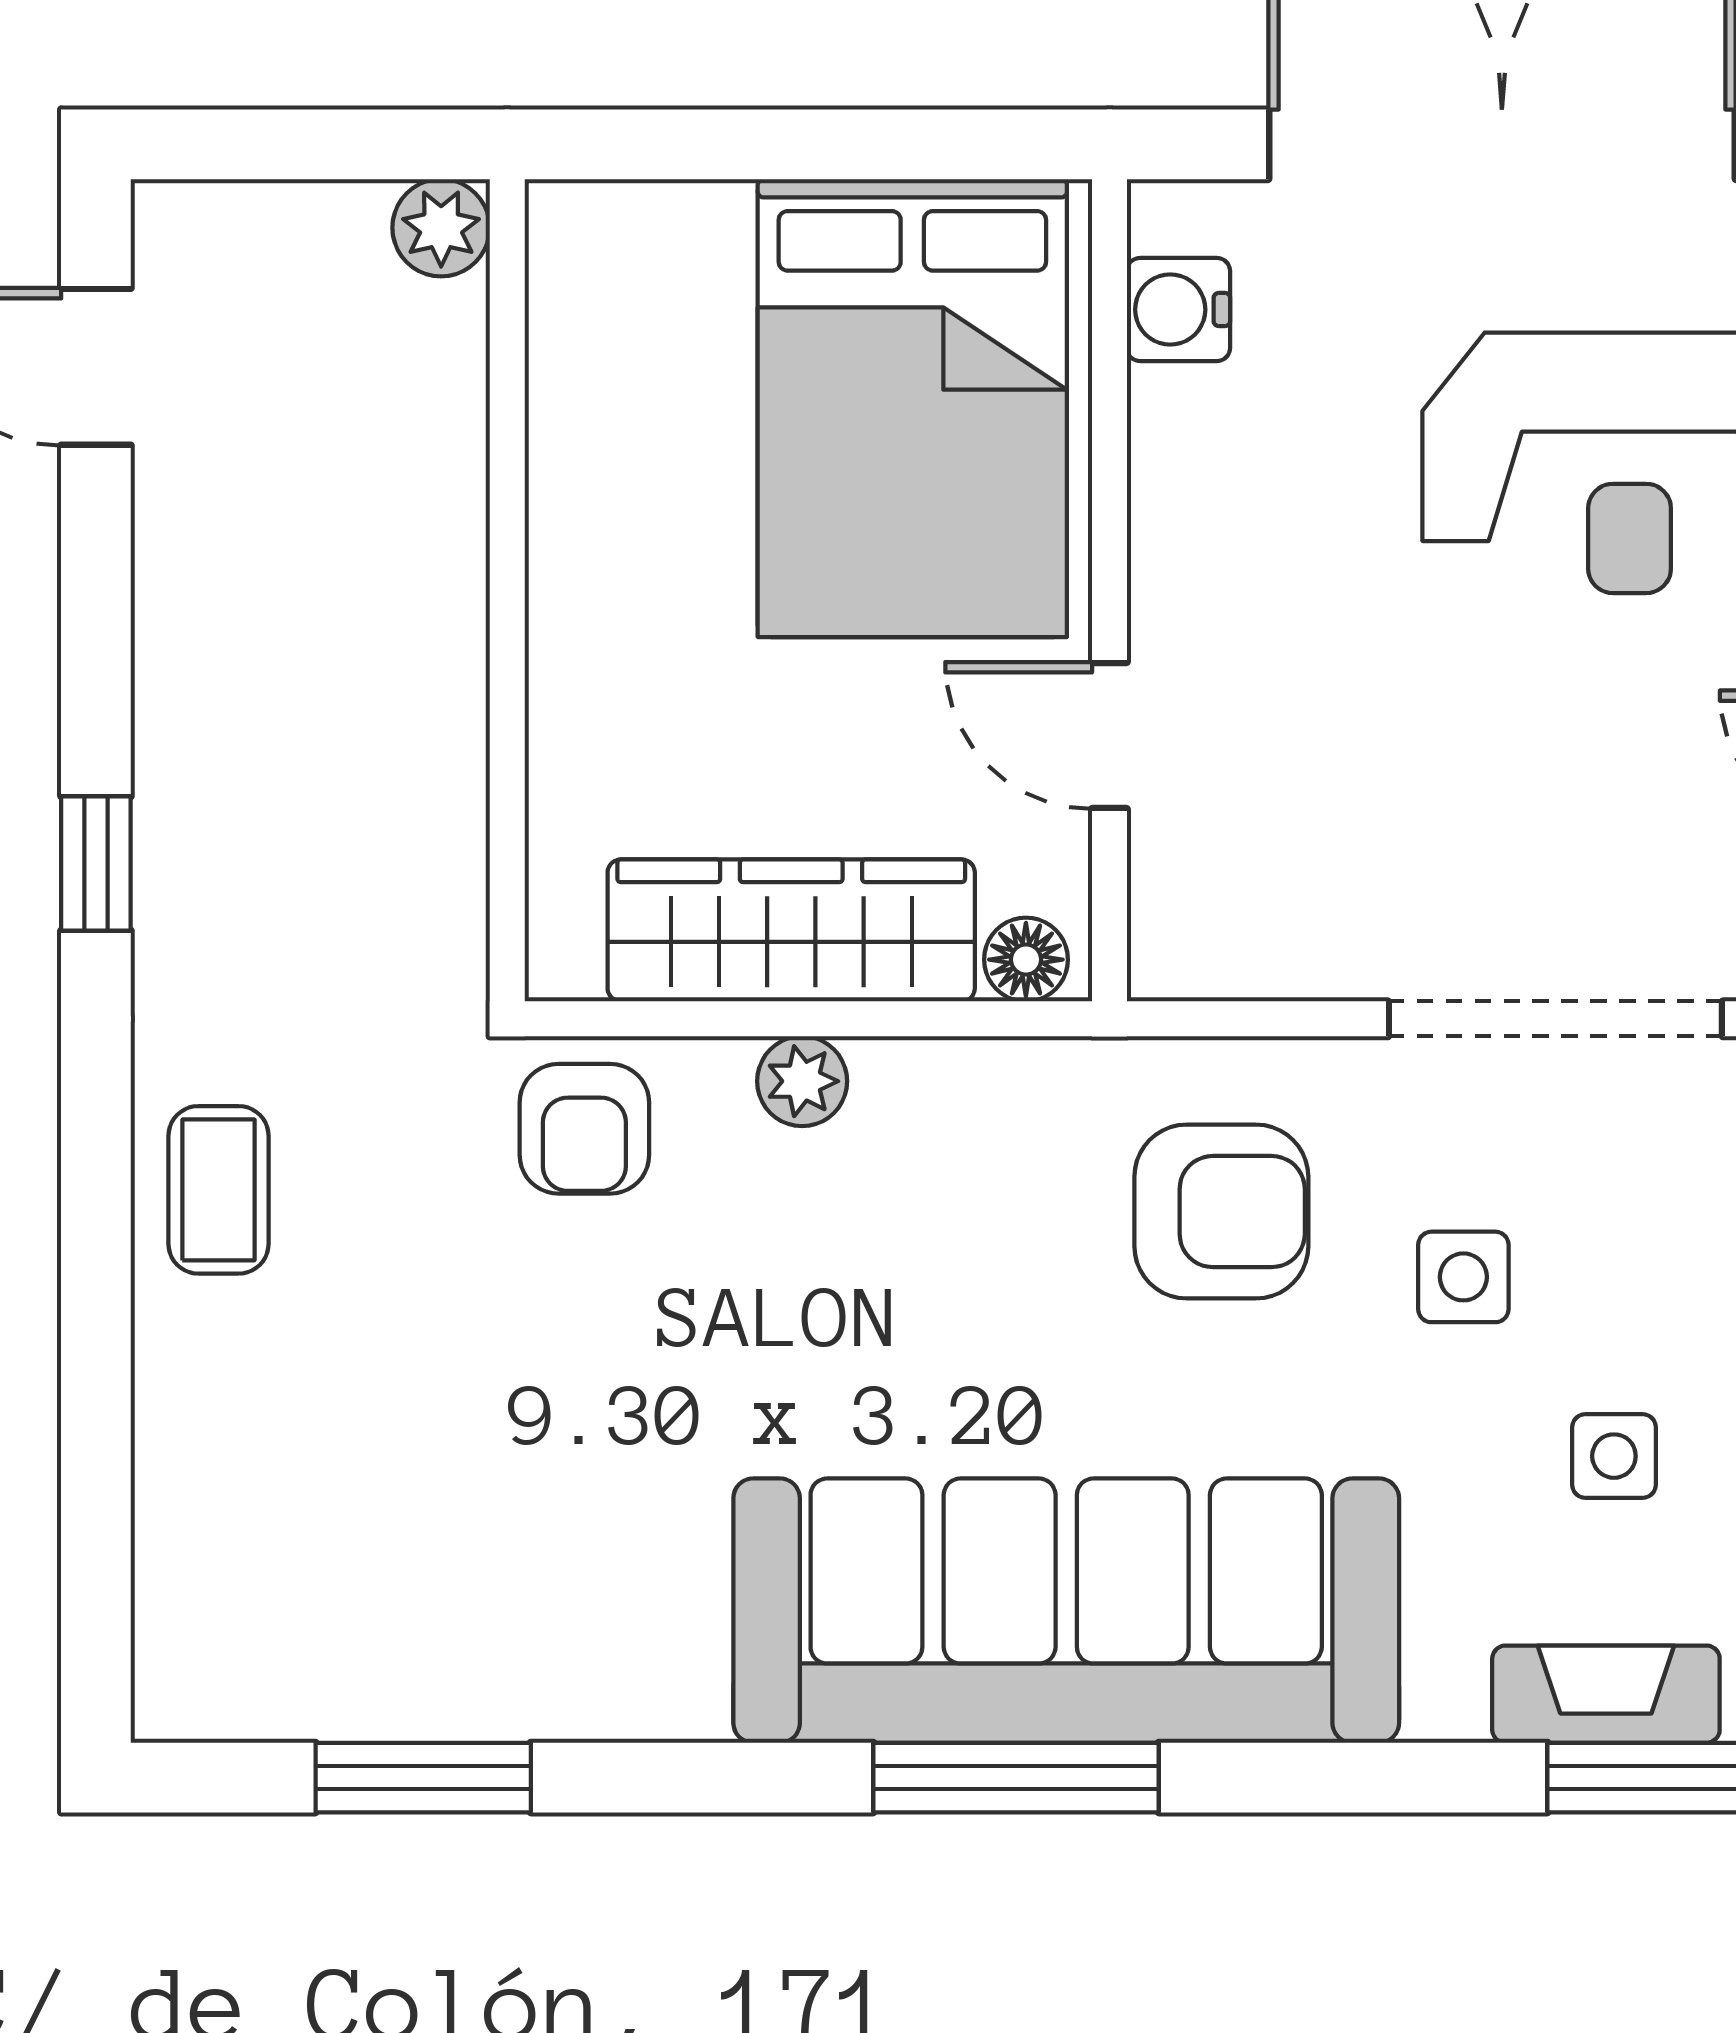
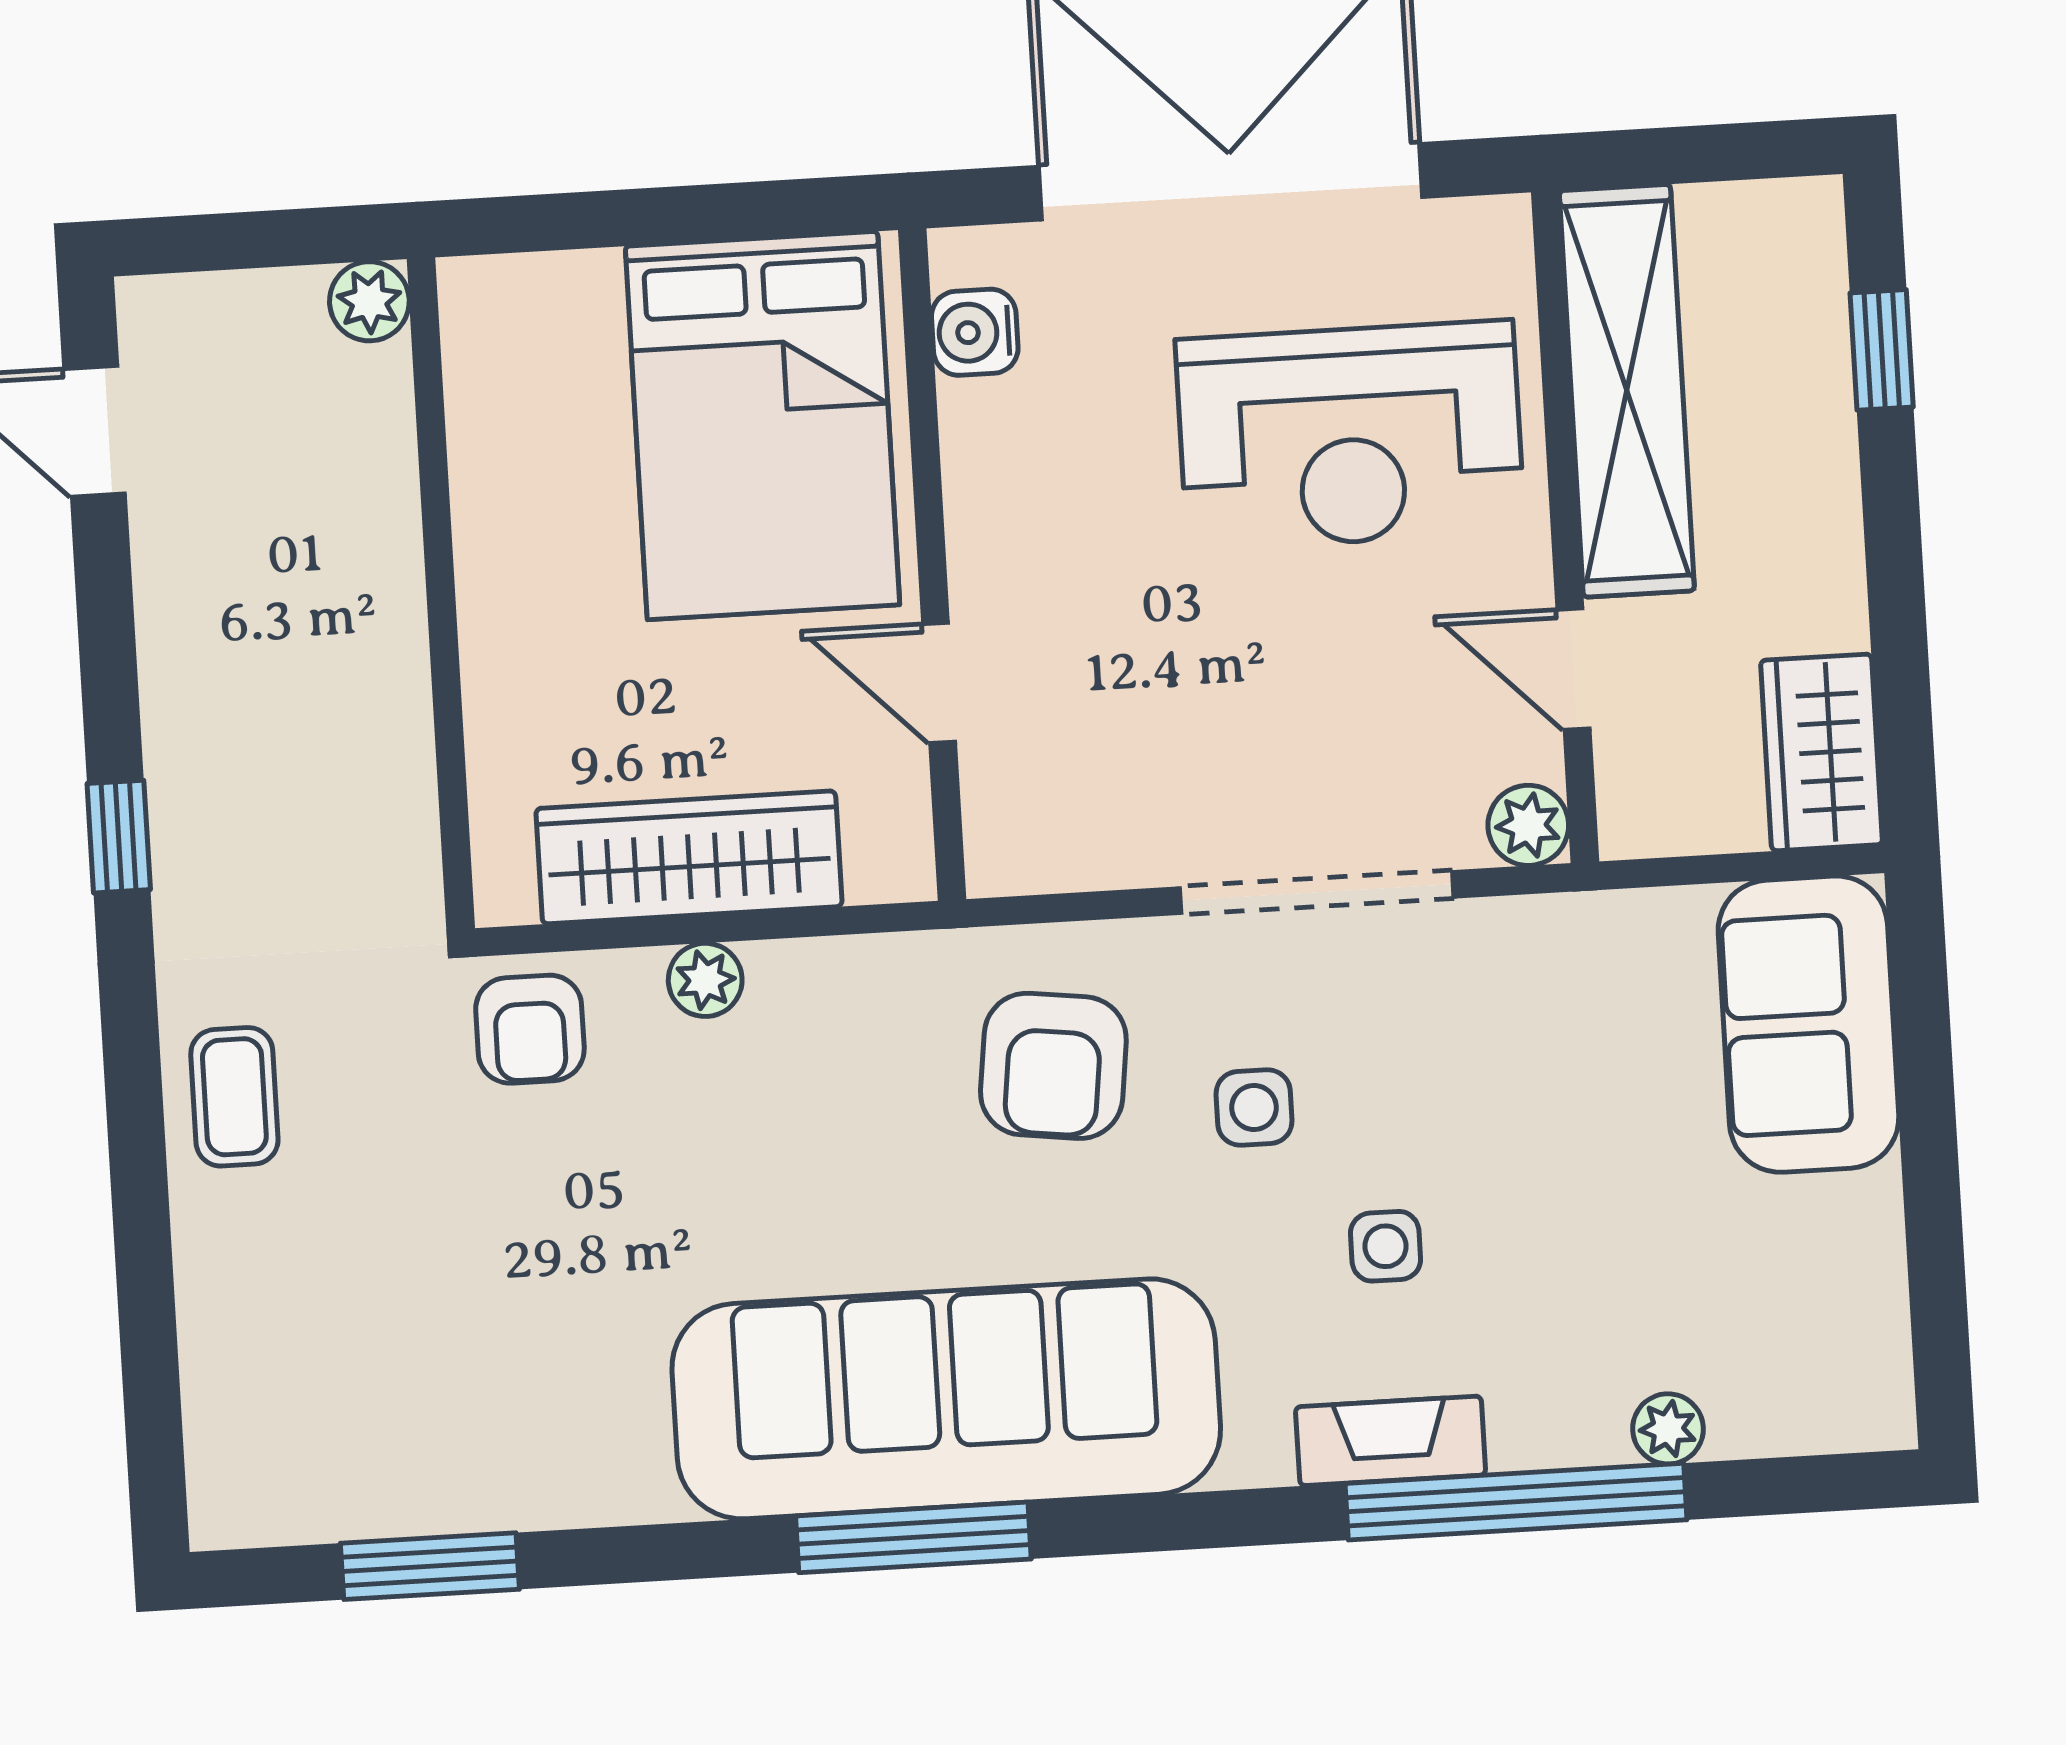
floor lamp: (1026, 960) -> (882, 870), removed
armchair: (1221, 1212) -> (1053, 1066), turned 97

